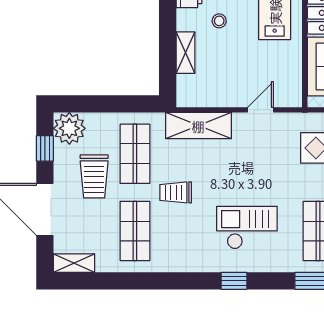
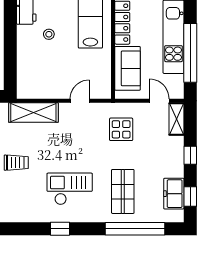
shelving: (185, 53) -> (24, 58), removed
trolley: (176, 192) -> (16, 163), turned 180

